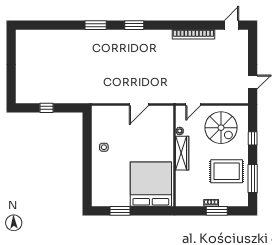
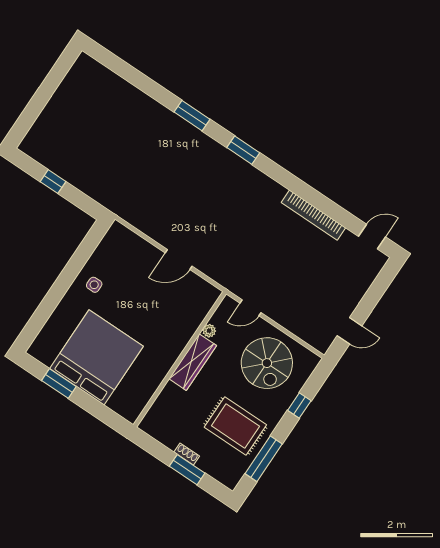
bed: (151, 184) -> (97, 357), moved

